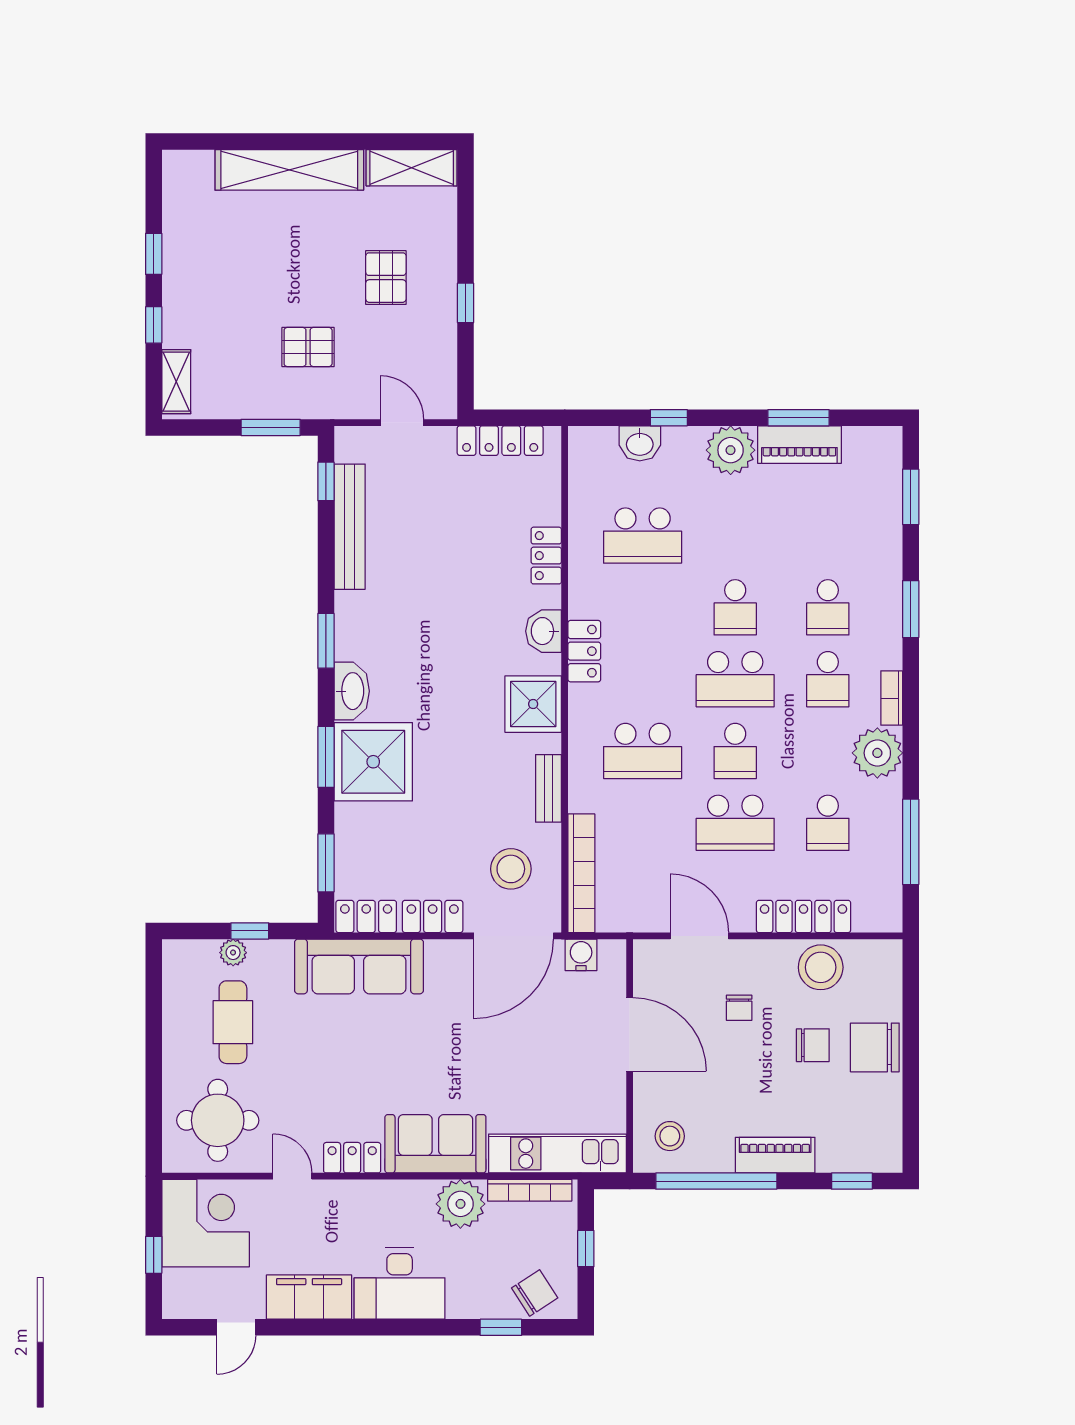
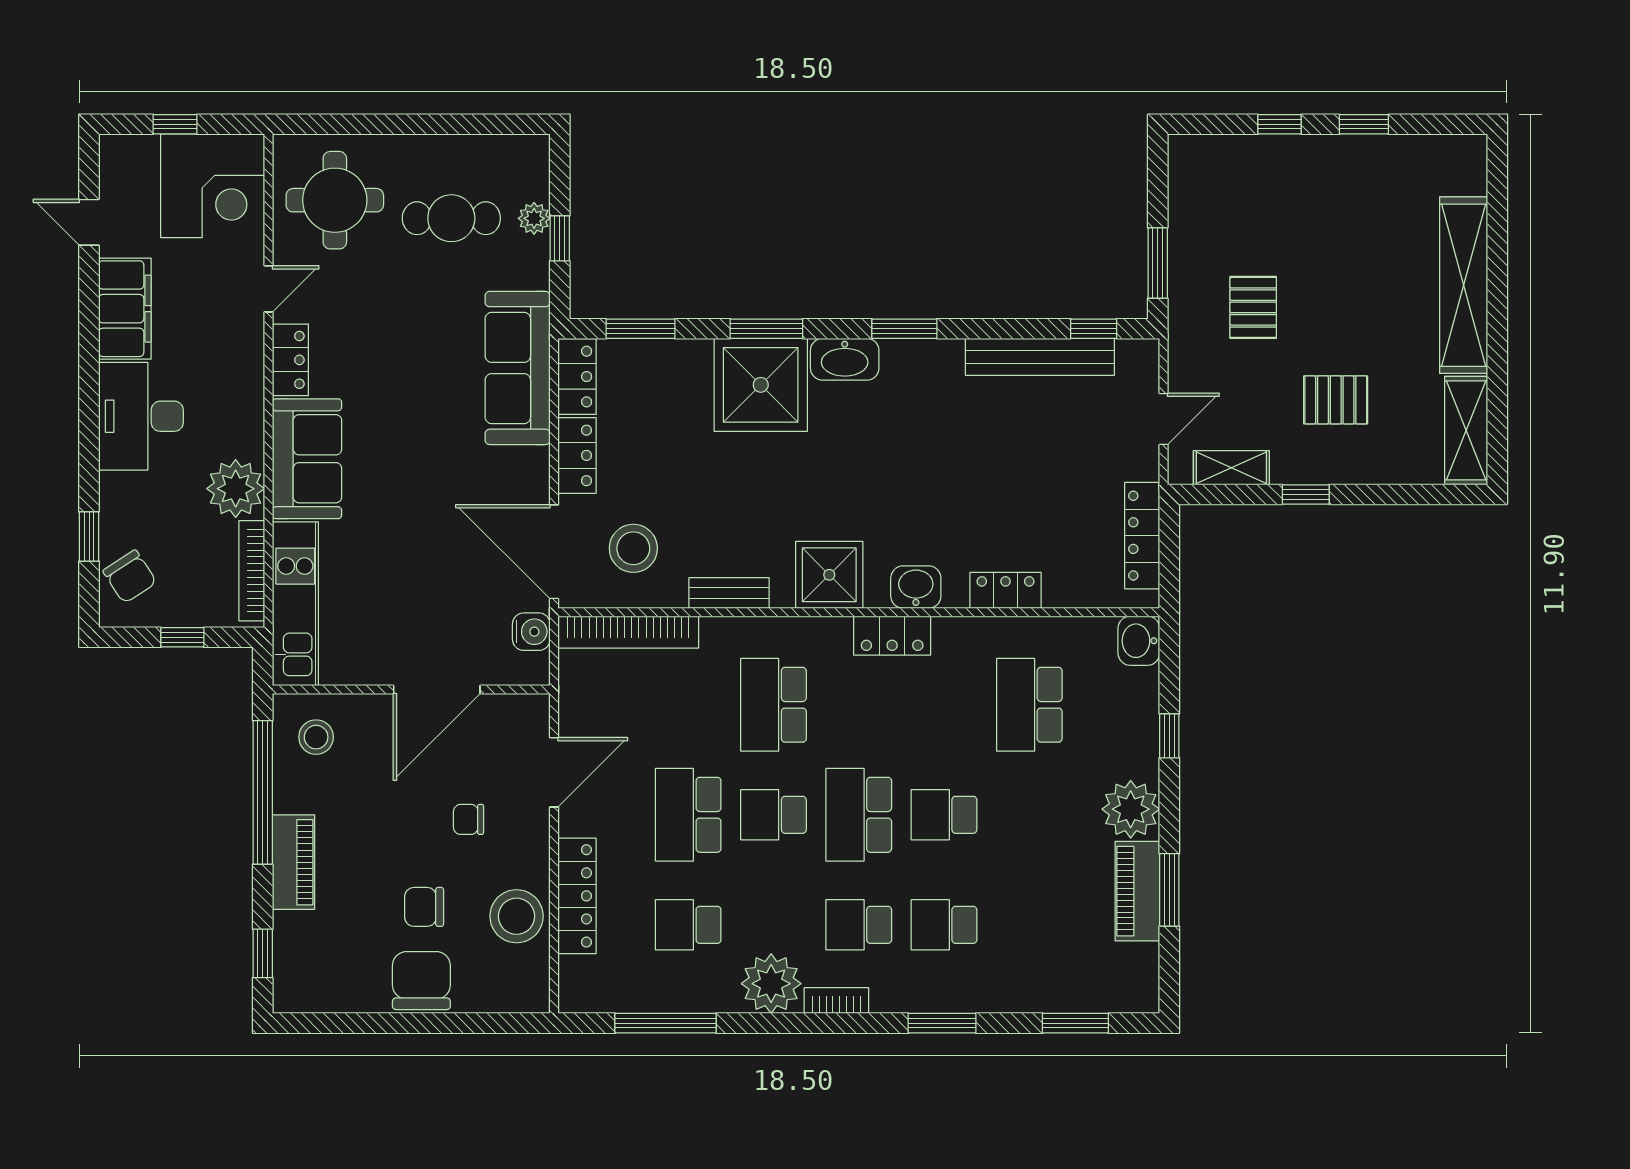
shelving: (176, 382) -> (1231, 468), moved
washbasin: (640, 443) -> (1139, 641), moved
chair: (813, 1045) -> (424, 907), turned 90

